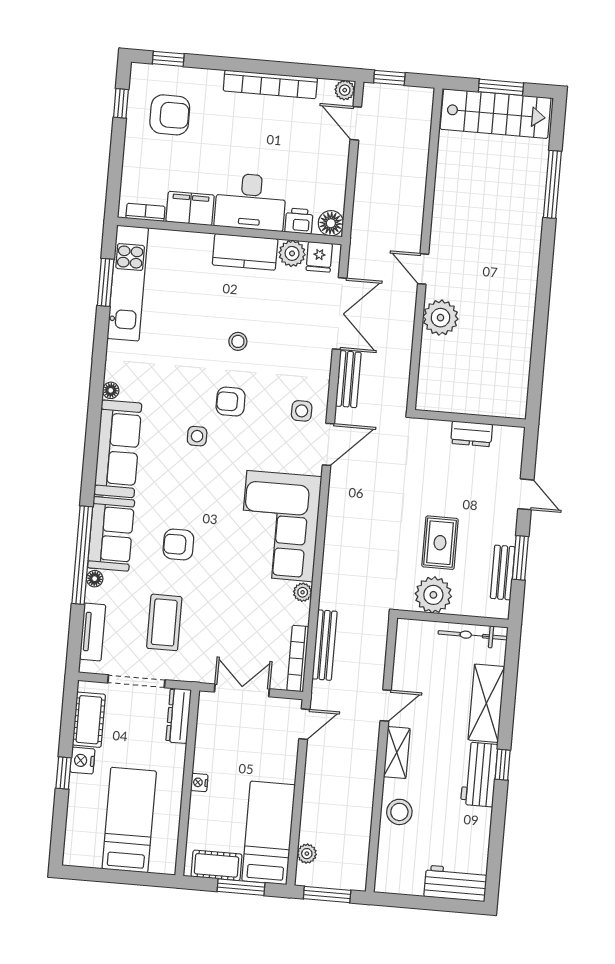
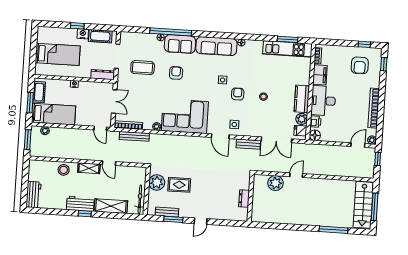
window: (501, 87) -> (375, 207), width x1.44
wall: (470, 418) -> (251, 198), moved
dresser: (472, 434) -> (244, 199), moved
tv unit: (93, 632) -> (138, 37), removed

